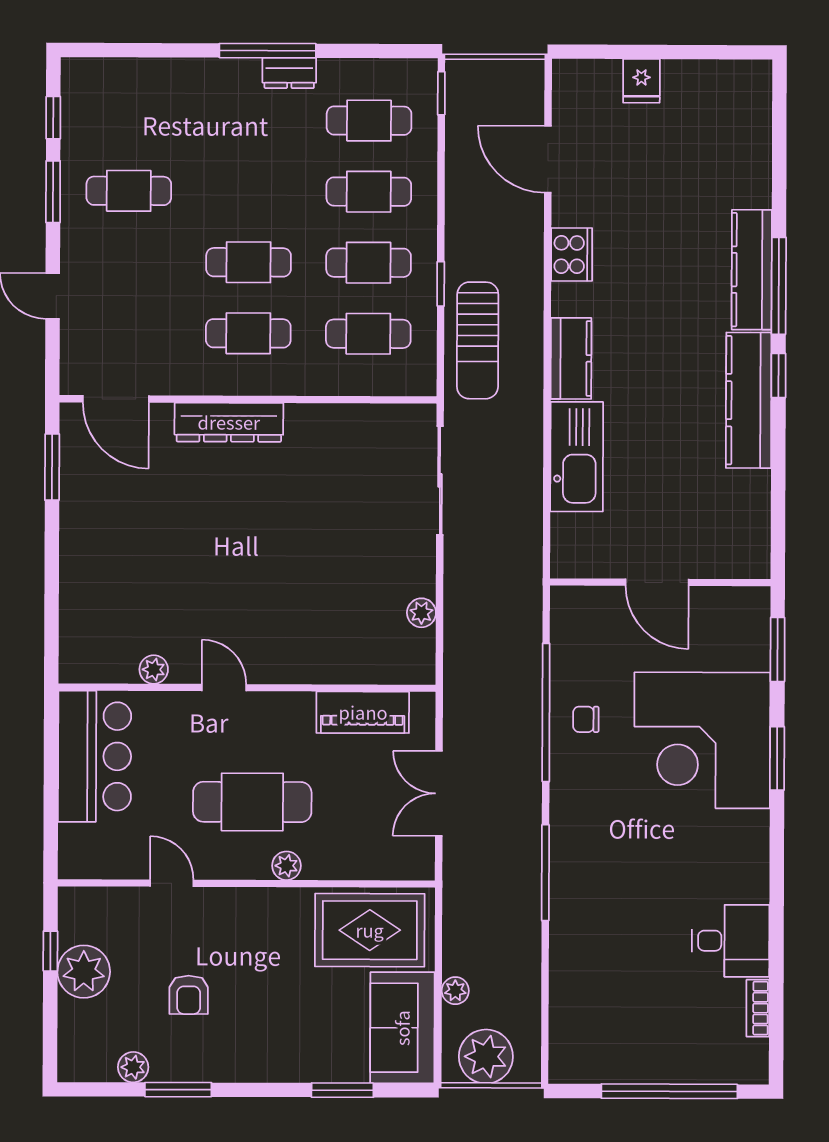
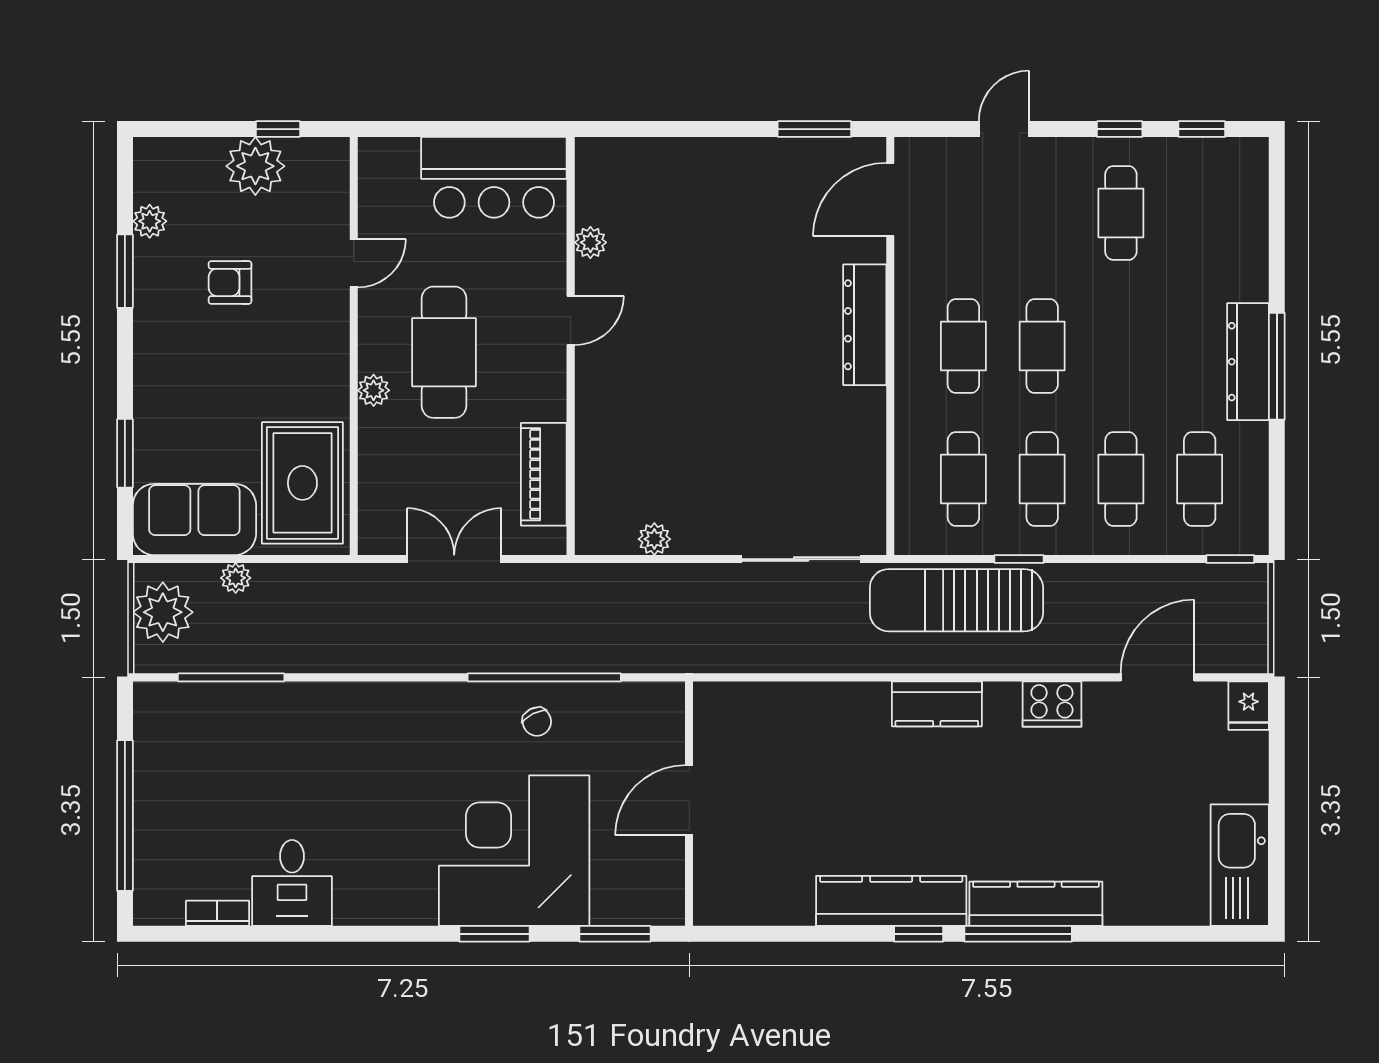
dresser: (289, 73) -> (1248, 362), width x1.96, depth x1.24
fridge: (641, 81) -> (1249, 706), moved, turned -90
window: (53, 192) -> (1120, 129), width x0.67
sun lounger: (478, 340) -> (956, 600), width x1.36, depth x1.34
kitchen sink: (577, 457) -> (1240, 865), moved, turned 90
chair: (586, 719) -> (537, 722), turned 153
window: (545, 873) -> (231, 677), moved

